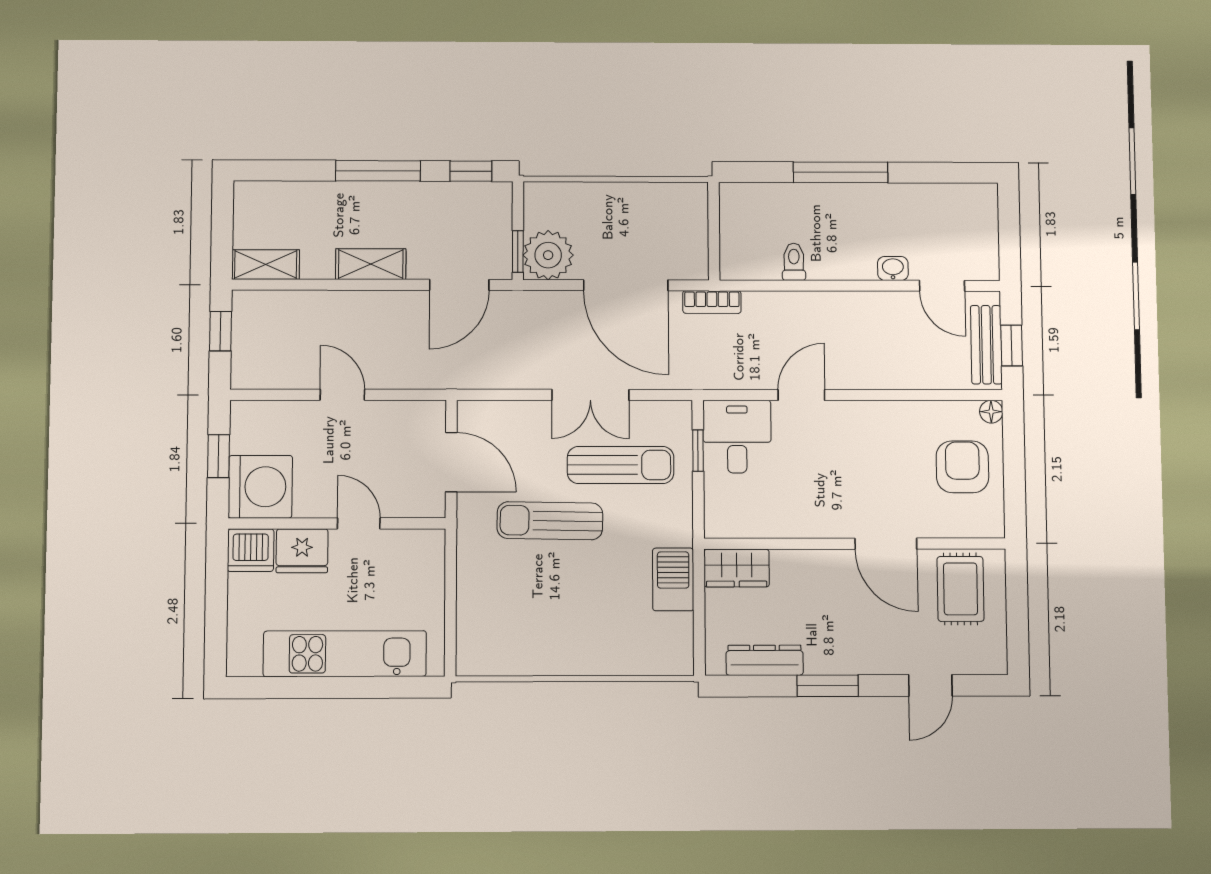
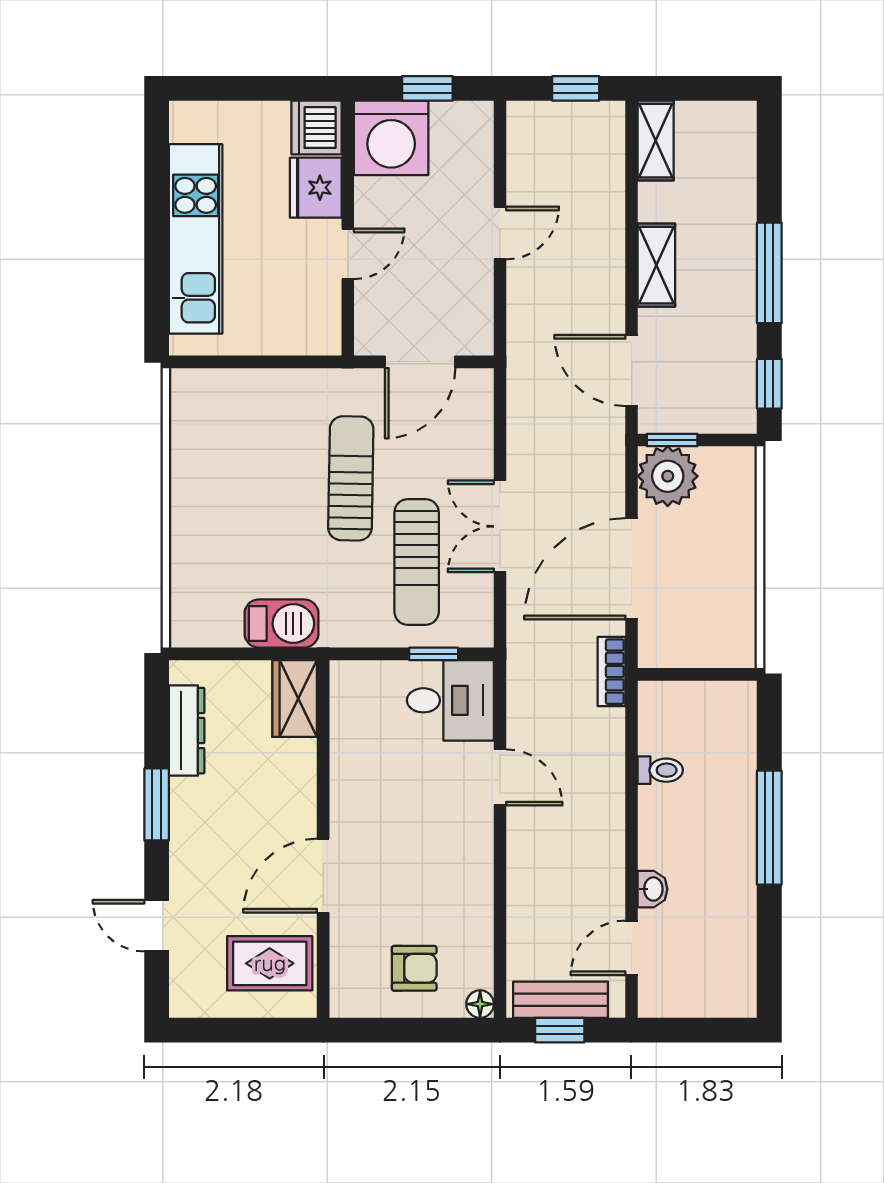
armchair: (962, 467) -> (414, 968), width x0.72, depth x0.72

